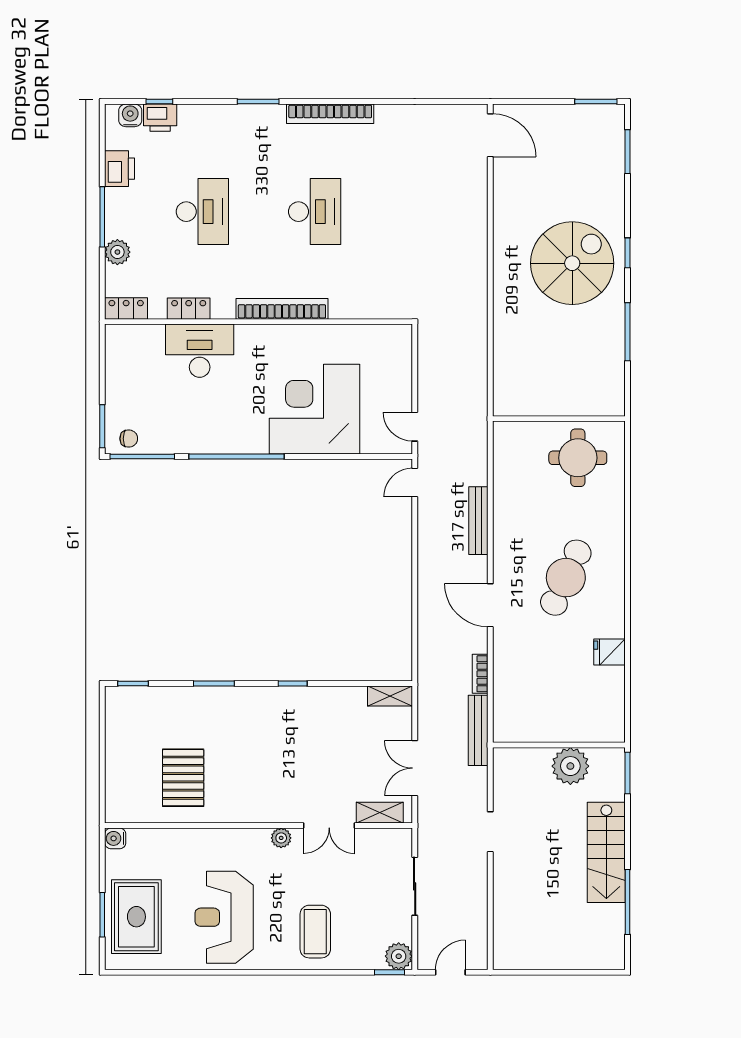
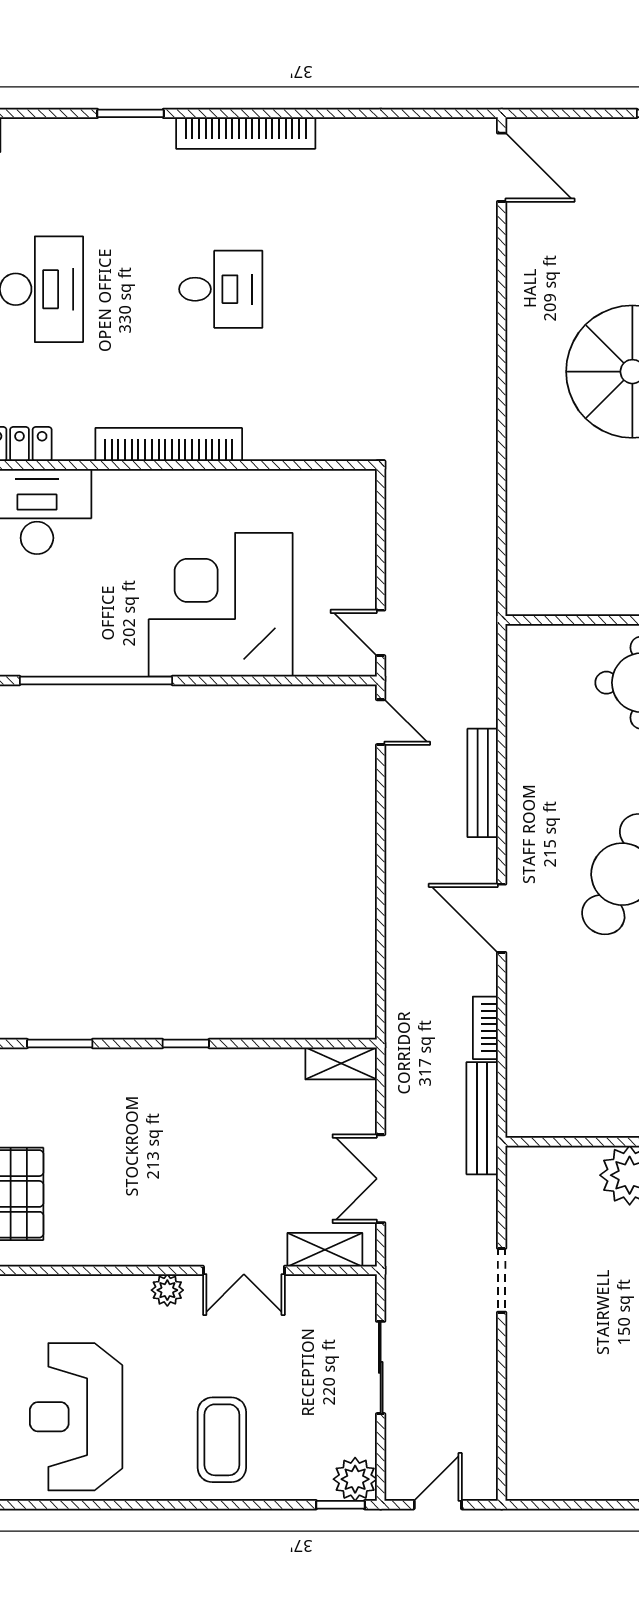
desk: (315, 212) -> (221, 289), width x0.73
door: (415, 483) -> (381, 722), swing flipped

